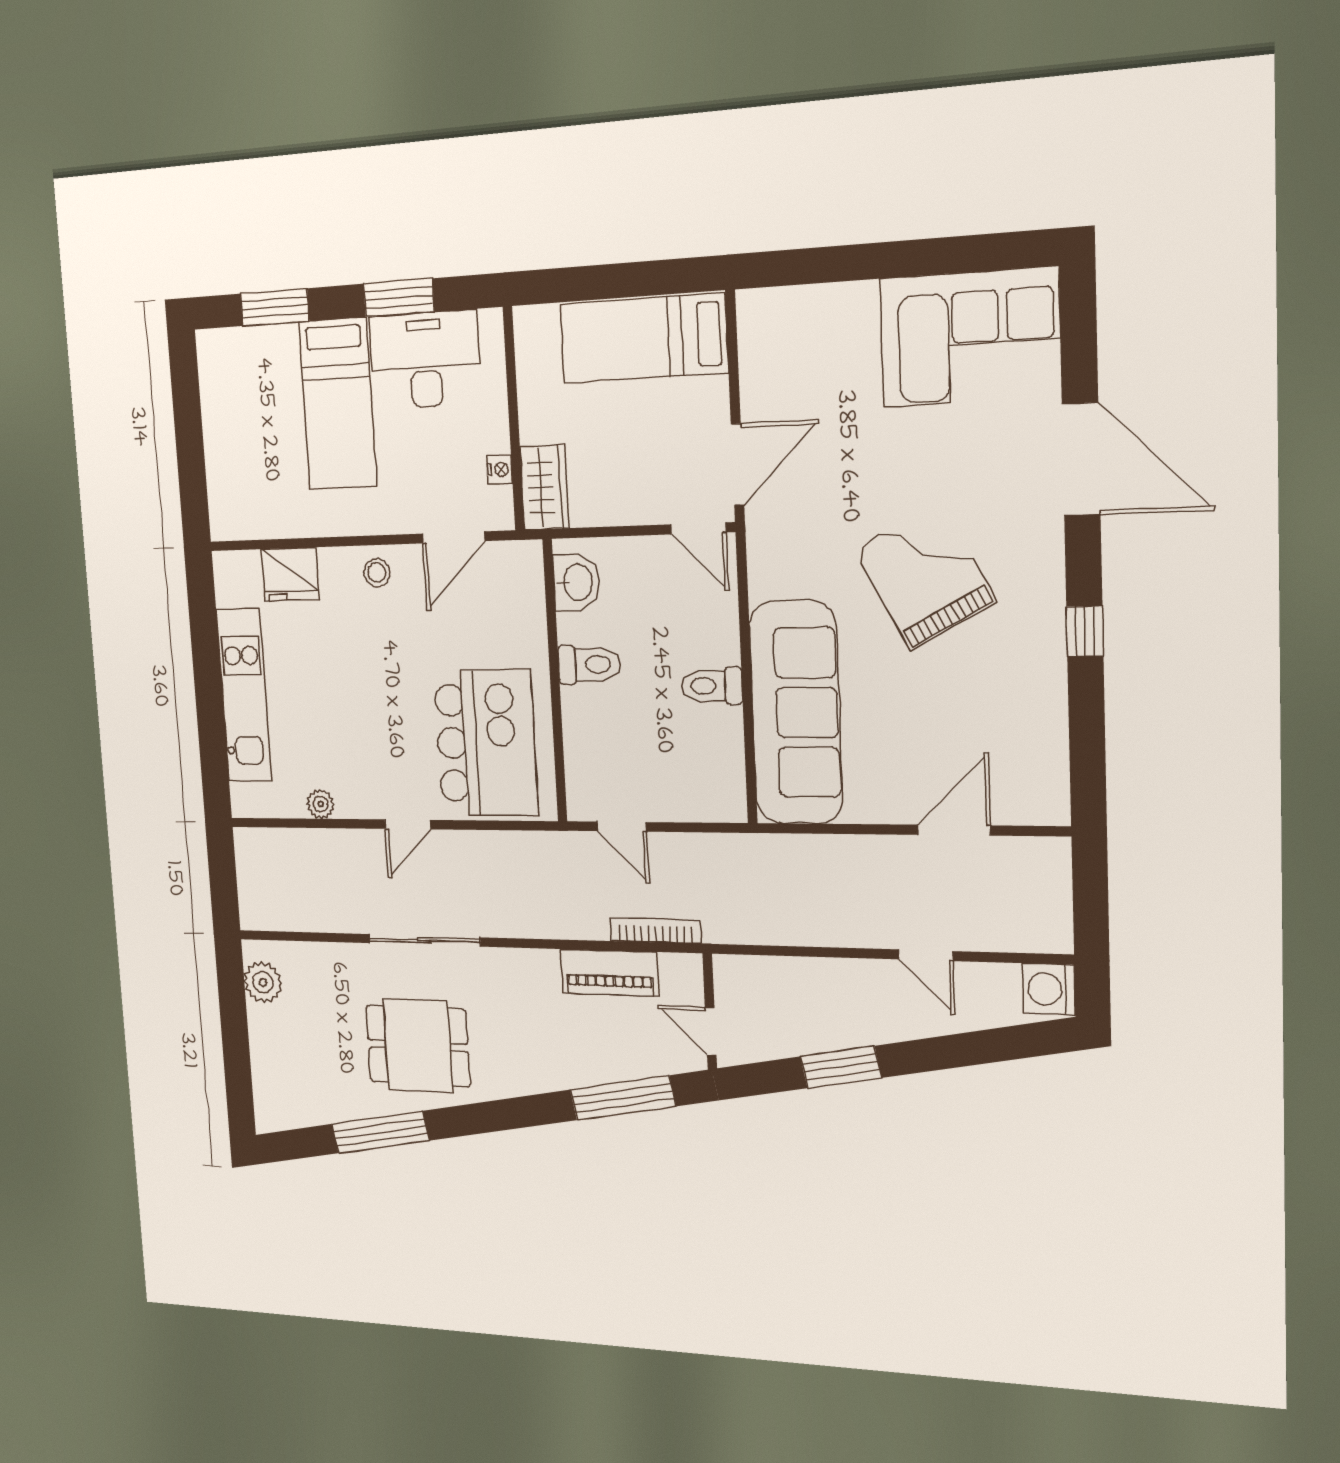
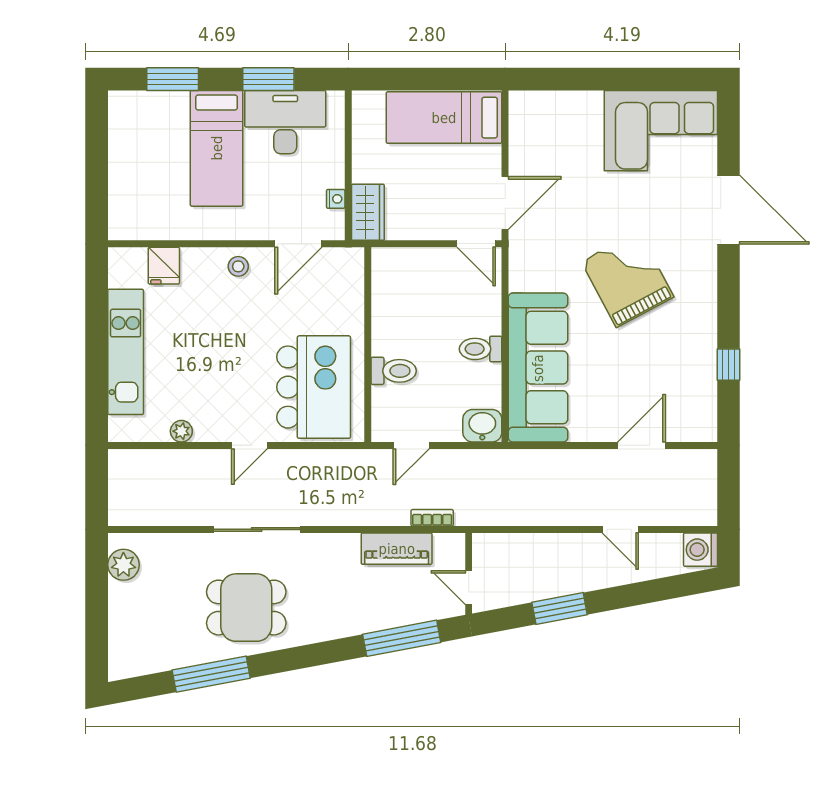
fridge: (290, 574) -> (164, 266), width x0.72
washbasin: (577, 582) -> (482, 426), moved, turned -90
window: (1085, 631) -> (729, 365), moved
toilet: (589, 665) -> (394, 371), moved
door: (622, 827) -> (411, 445), hinge flipped
bookcase: (656, 930) -> (432, 518), width x0.64

